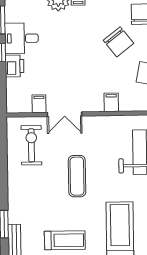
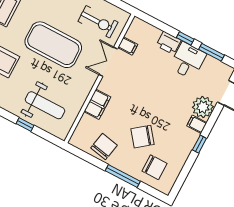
filing cabinet: (111, 102) -> (97, 104), width x2.00
exercise mat: (77, 176) -> (53, 45), width x2.00, depth x1.45

